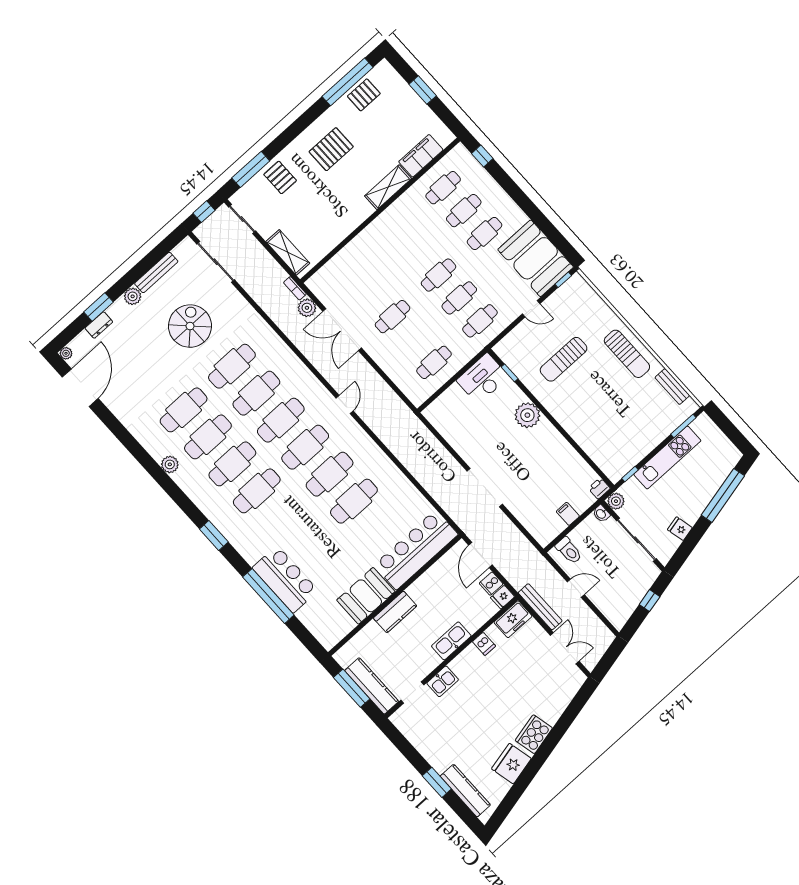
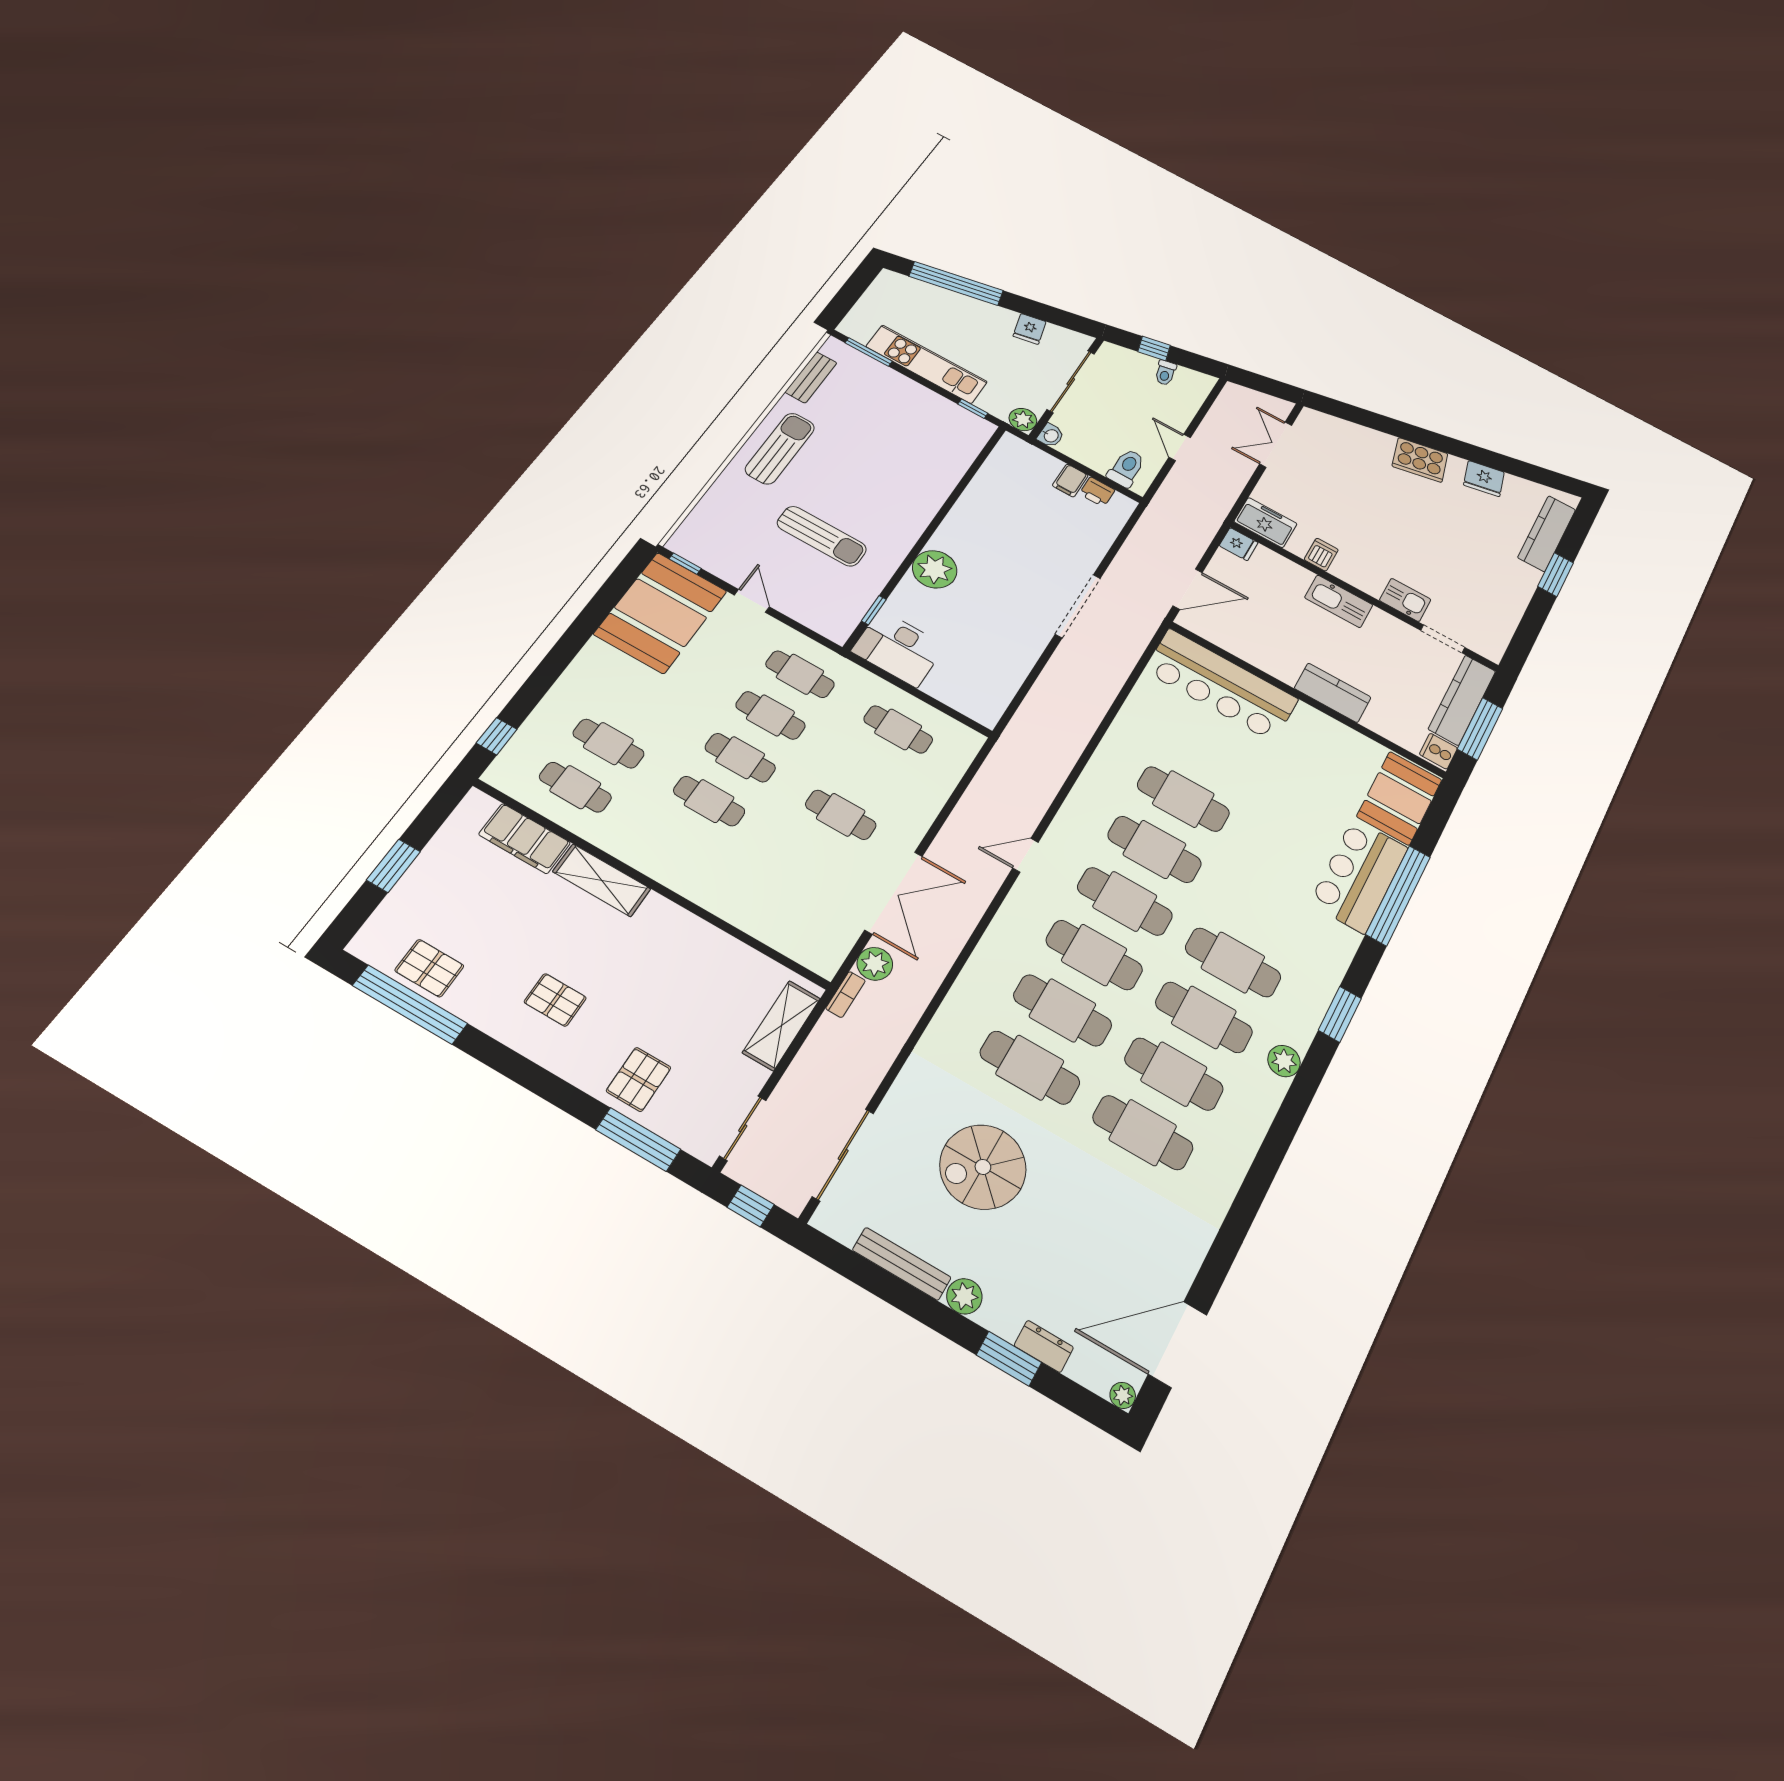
pallet: (331, 149) -> (555, 1000), width x0.67, depth x0.71
cafe table: (485, 233) -> (709, 801), moved
plant: (170, 464) -> (1284, 1061), moved
printer: (599, 488) -> (1097, 492), moved
cooker: (491, 584) -> (1438, 751), moved, turned 180
booth: (366, 596) -> (1399, 798), moved, turned 90
toilet: (630, 601) -> (1165, 373), added
bench: (540, 607) -> (1230, 490), removed
fridge: (511, 764) -> (1484, 479), width x0.73, depth x0.75

